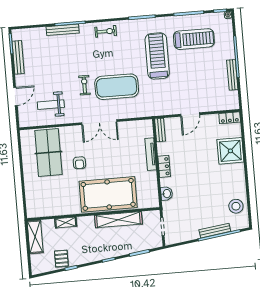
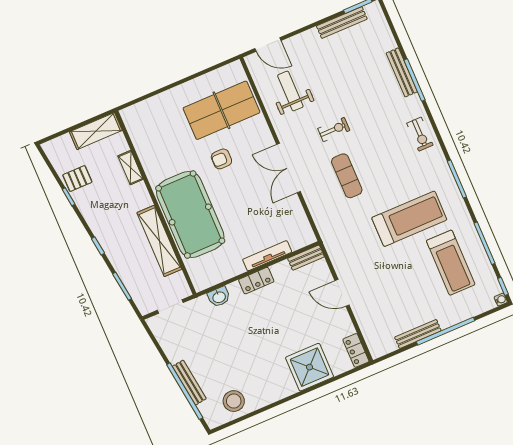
exercise mat: (117, 87) -> (347, 176), width x0.50, depth x0.69
door: (15, 96) -> (268, 45), moved

